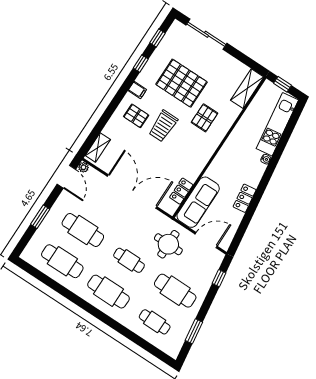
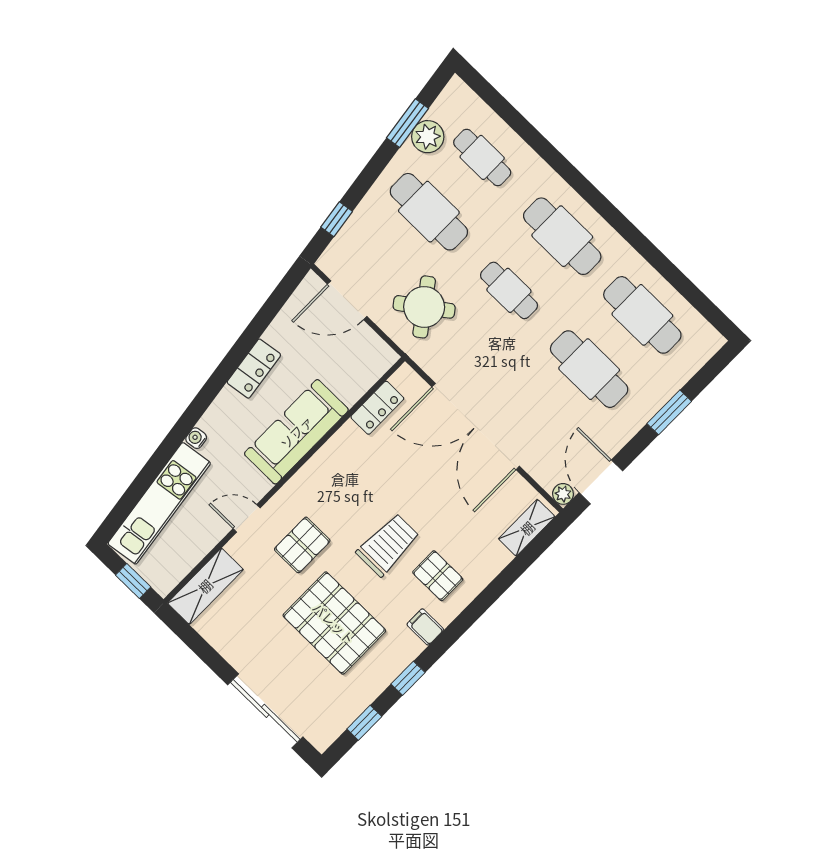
door: (234, 125) -> (247, 518), added
sofa: (198, 202) -> (296, 432), moved
round table: (168, 244) -> (424, 307), turned -36
plant: (183, 327) -> (428, 137), added

